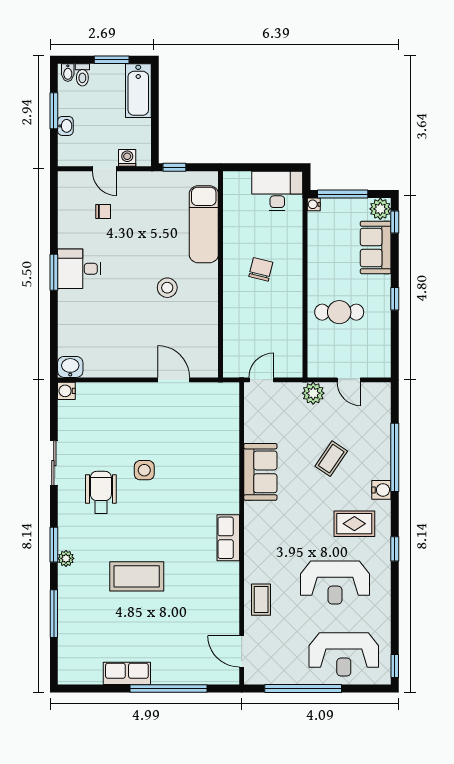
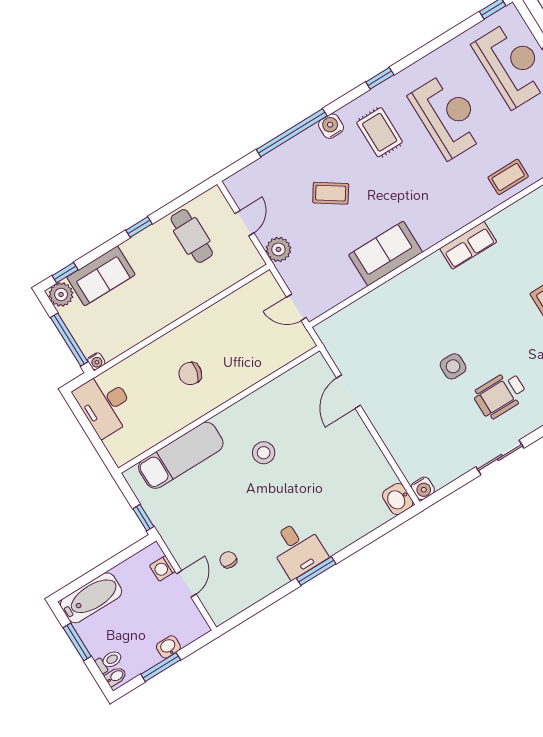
cafe table: (339, 312) -> (192, 236), moved

